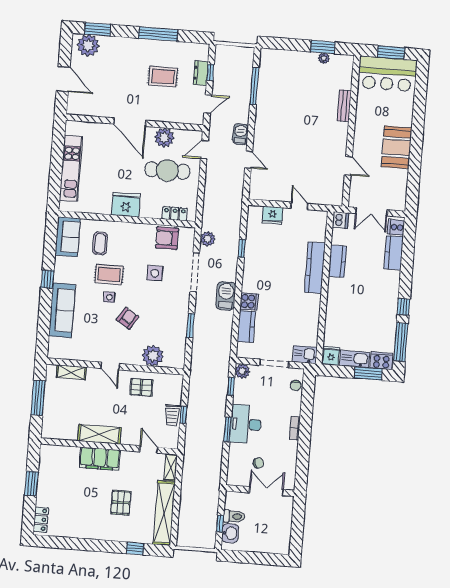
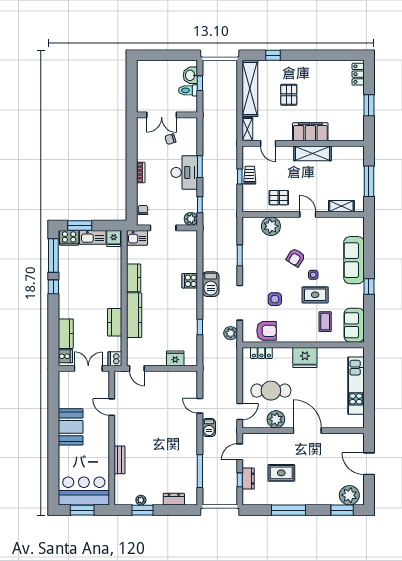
dresser: (287, 57) -> (174, 499), added
door: (299, 206) -> (137, 368), moved
kitchen counter: (246, 326) -> (134, 278), moved, turned 180

